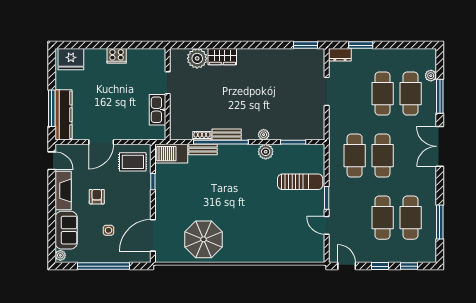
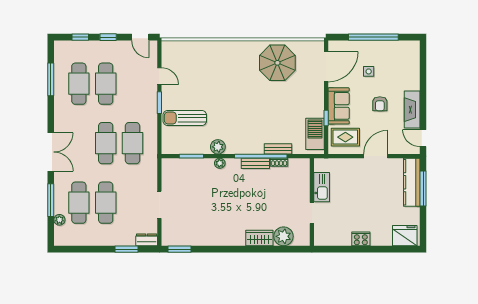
barbecue: (171, 154) -> (315, 134), moved, turned -90
sofa: (66, 230) -> (339, 106), moved, turned 180
plant: (60, 255) -> (415, 47), removed

